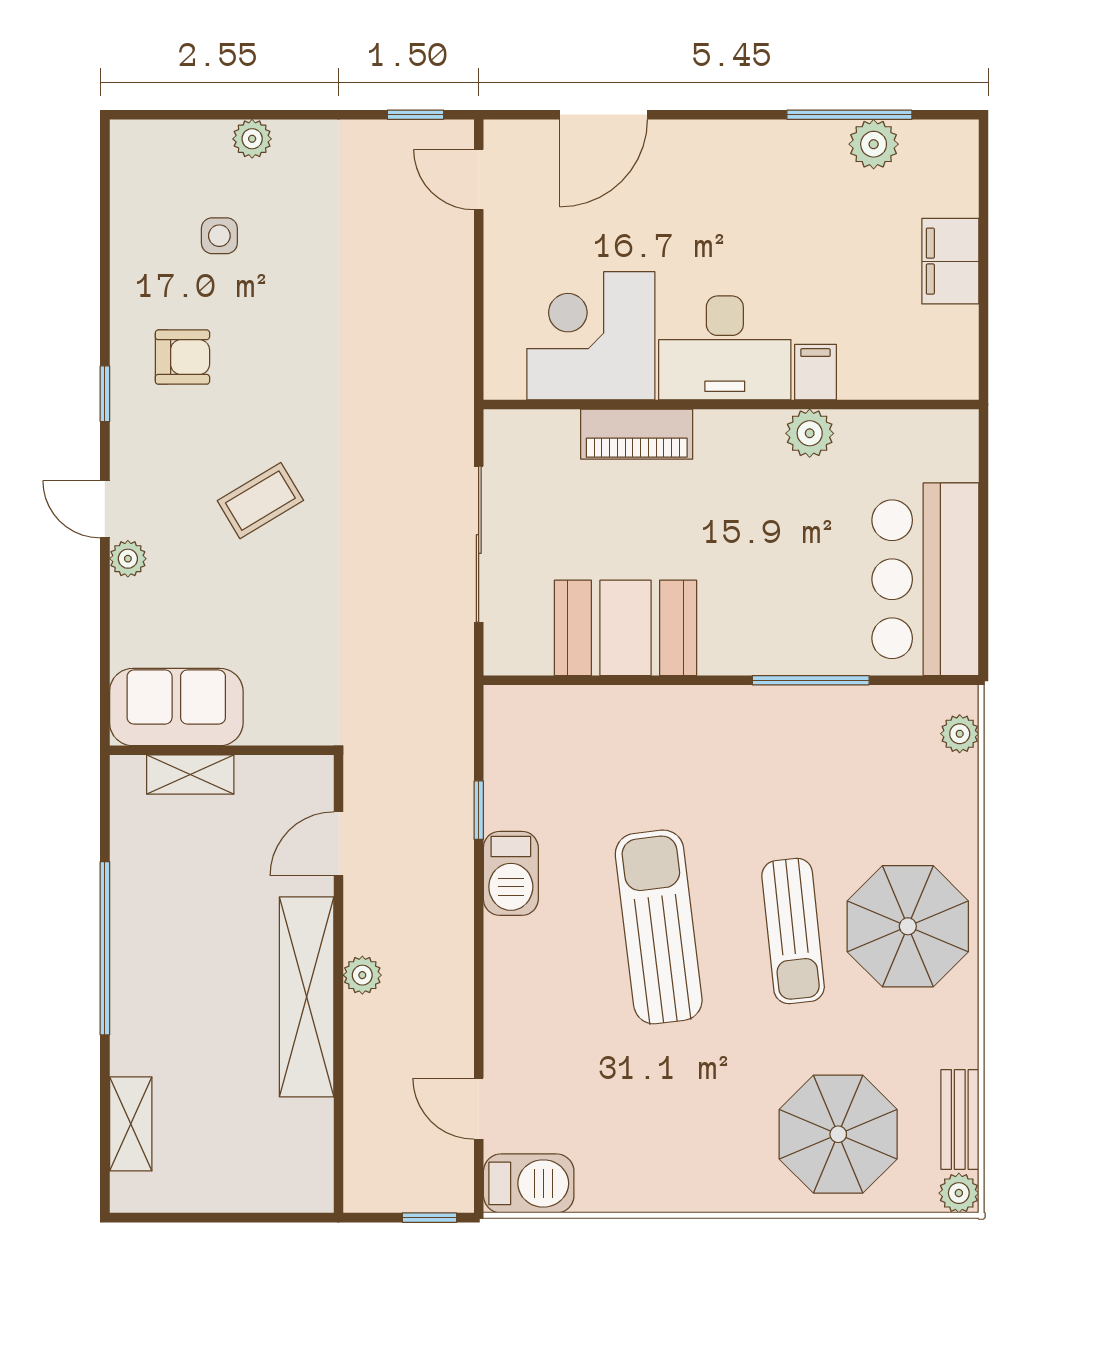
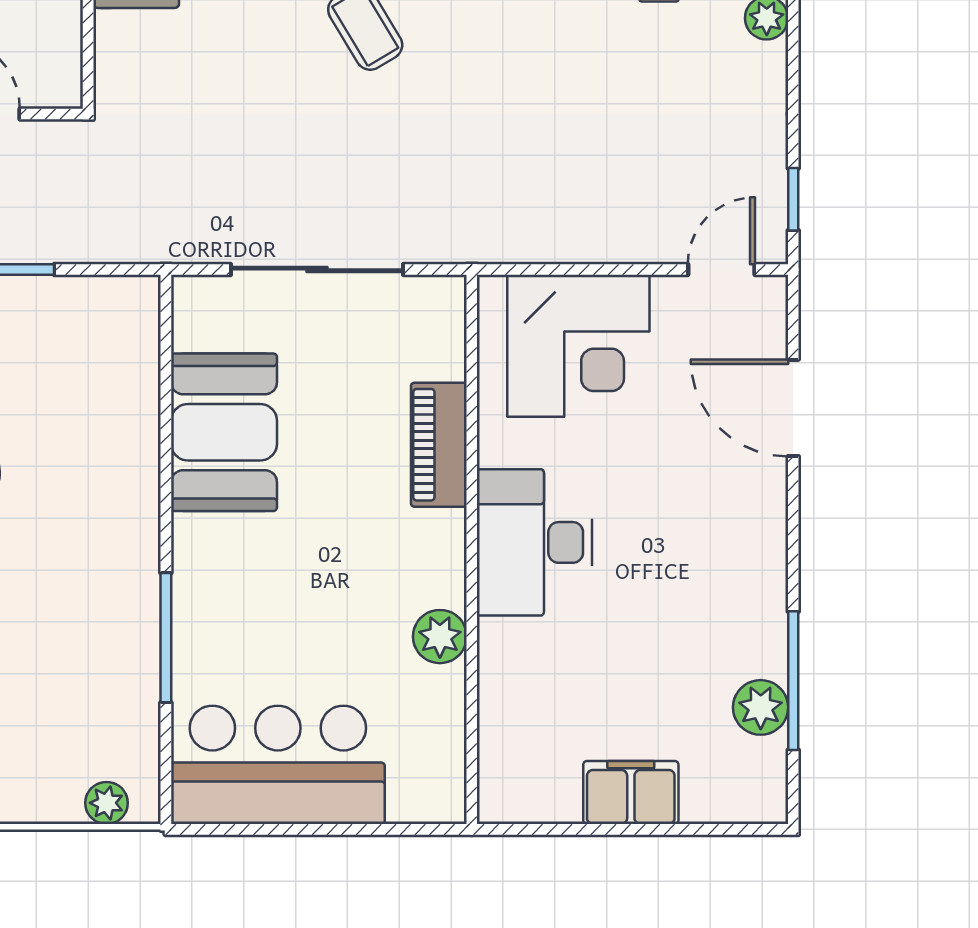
corner desk: (591, 336) -> (578, 346), moved, turned 90
filing cabinet: (815, 372) -> (508, 643), removed

